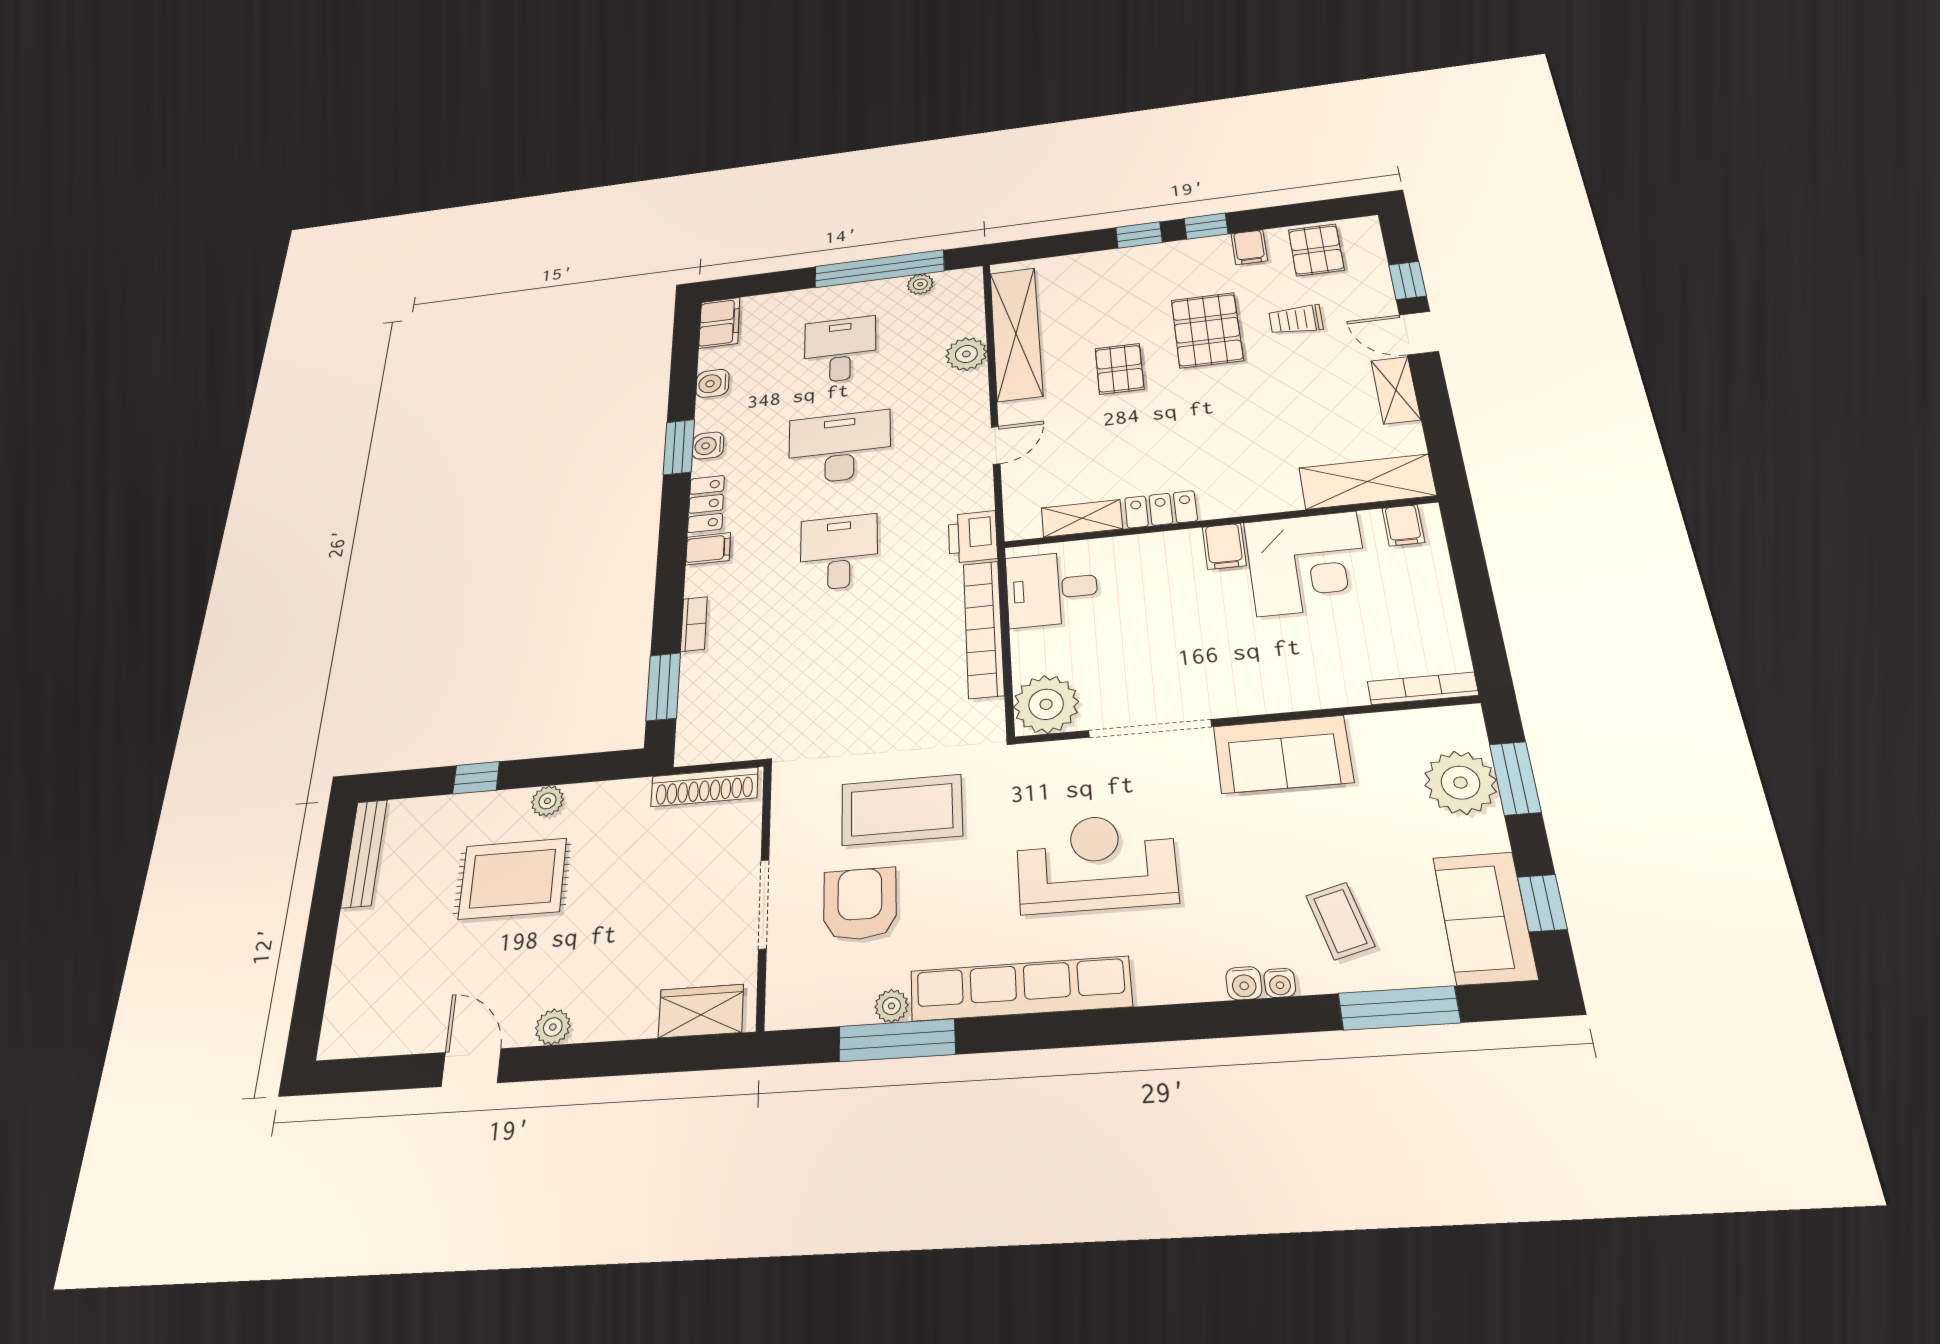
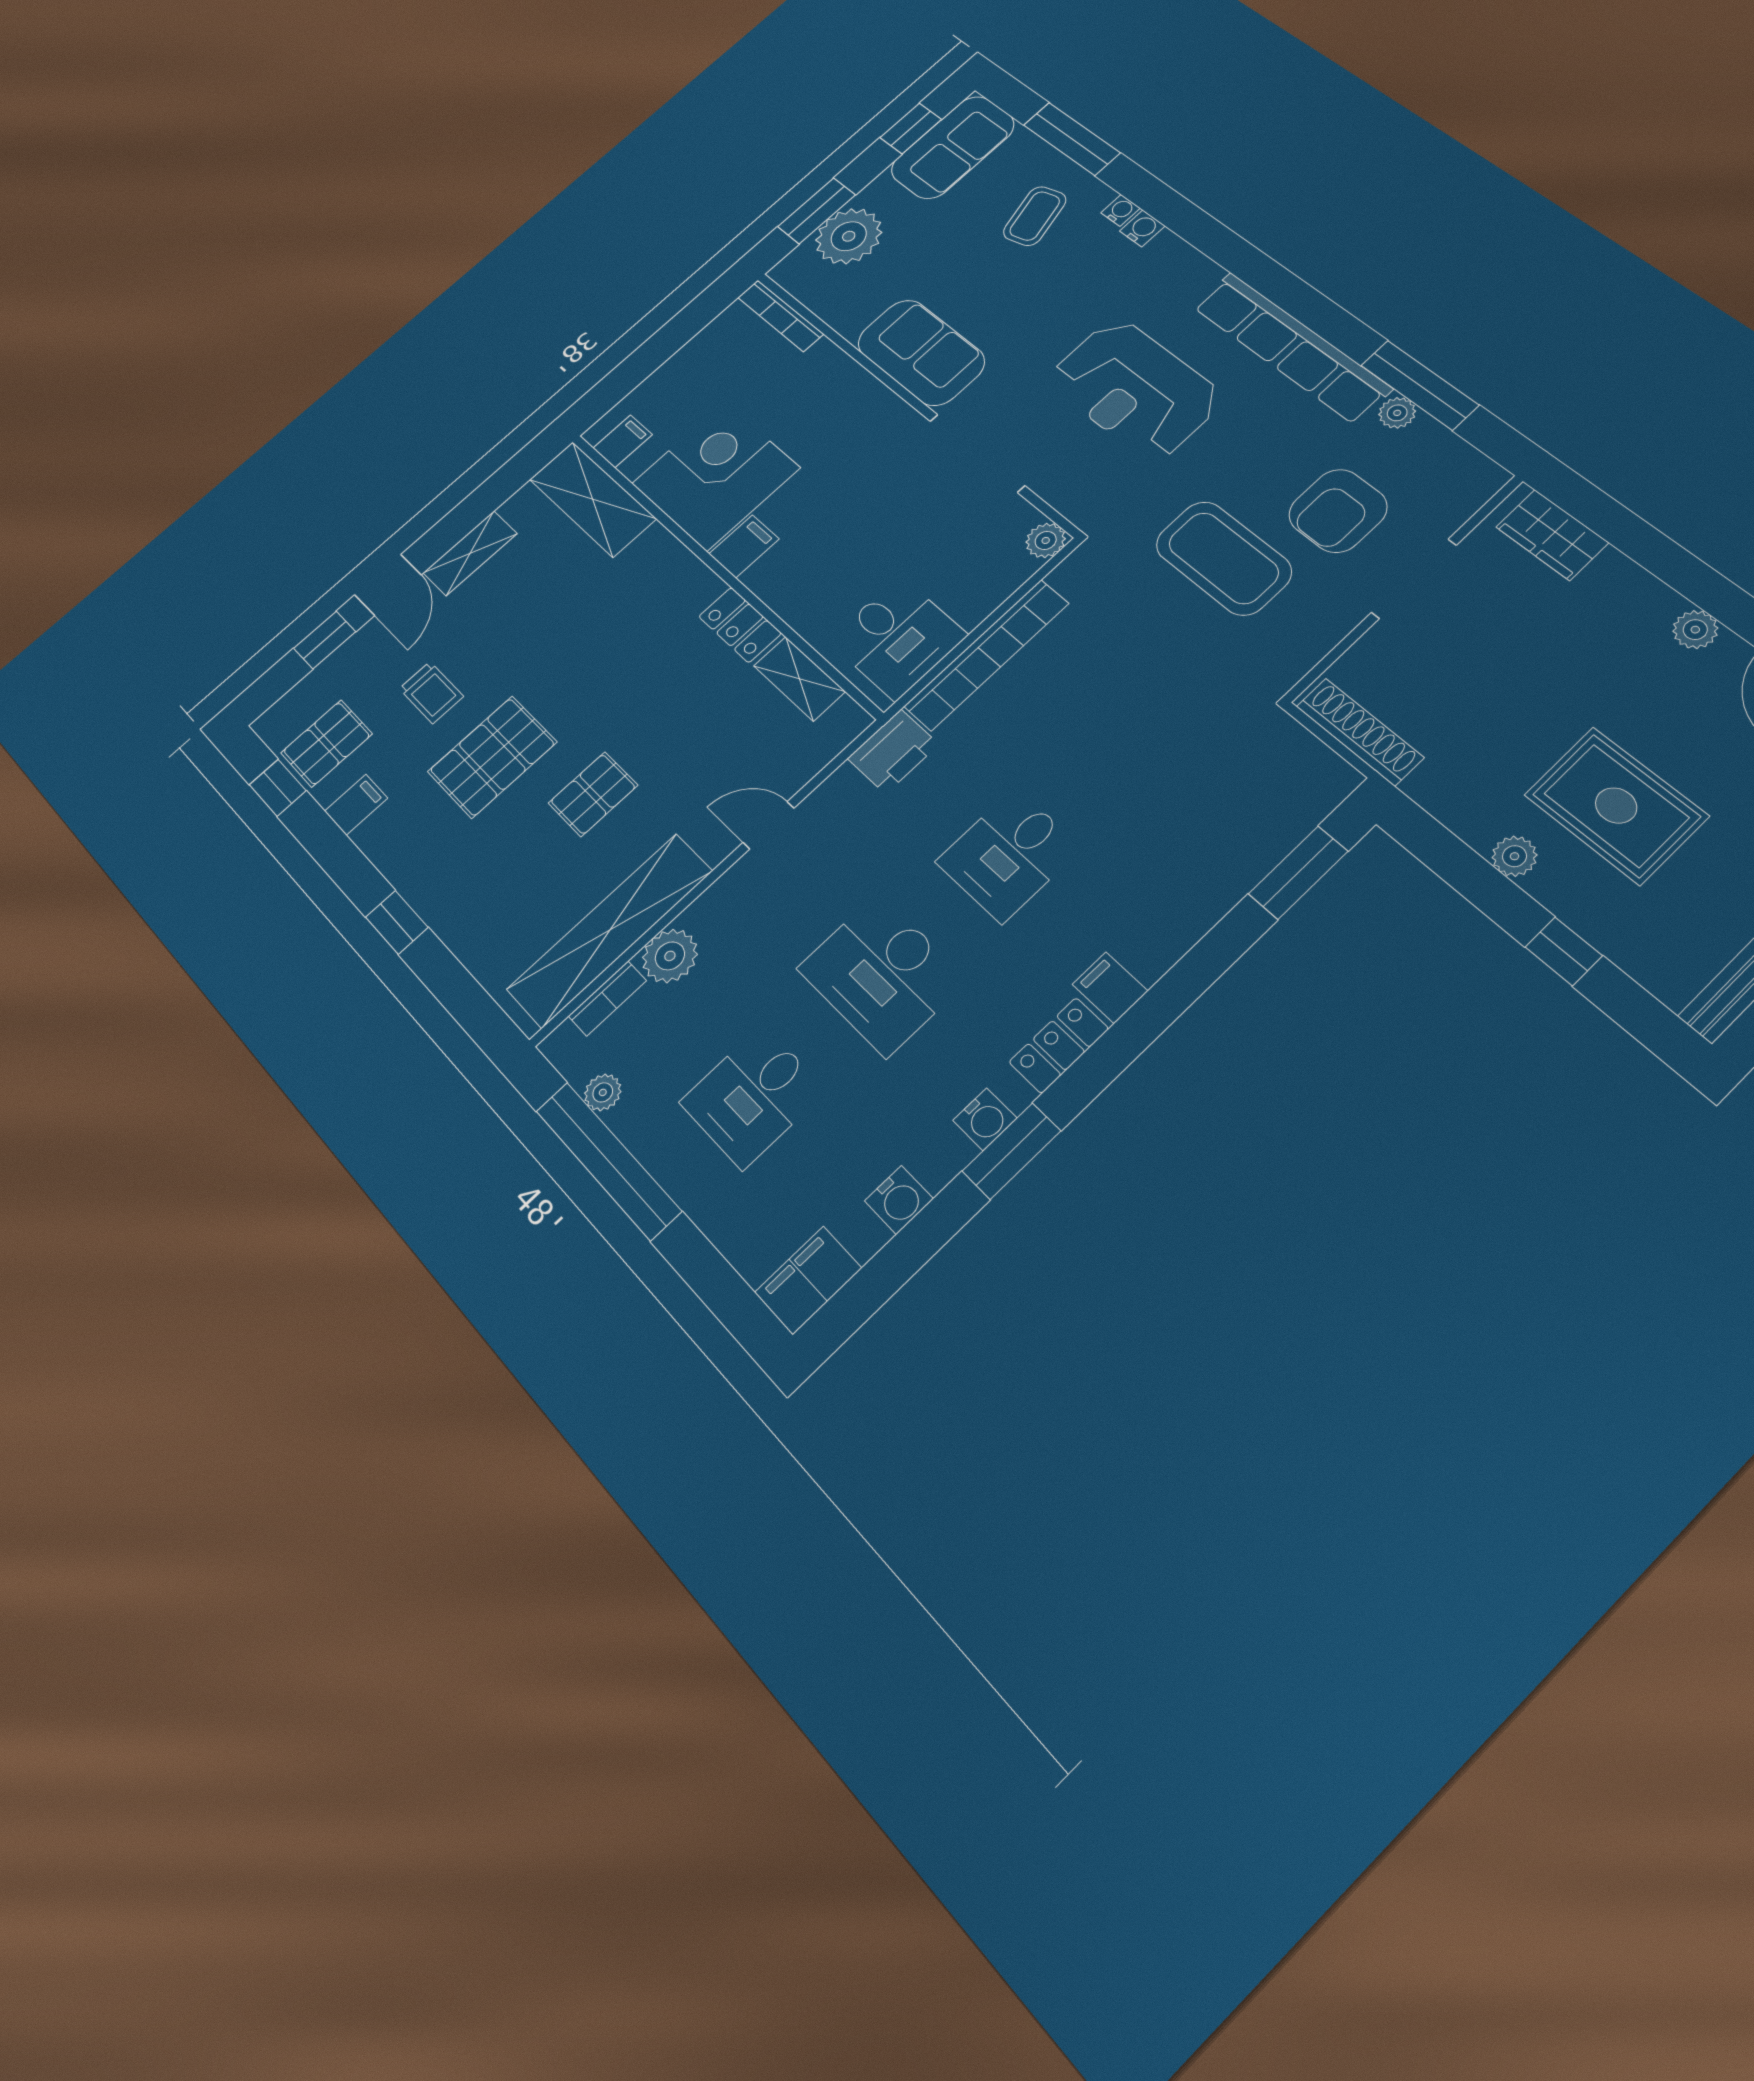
window: (1206, 226) -> (278, 788), moved
bookcase: (694, 624) -> (607, 998), moved, turned 180
plant: (1046, 704) -> (1046, 540), width x0.53, depth x0.53

